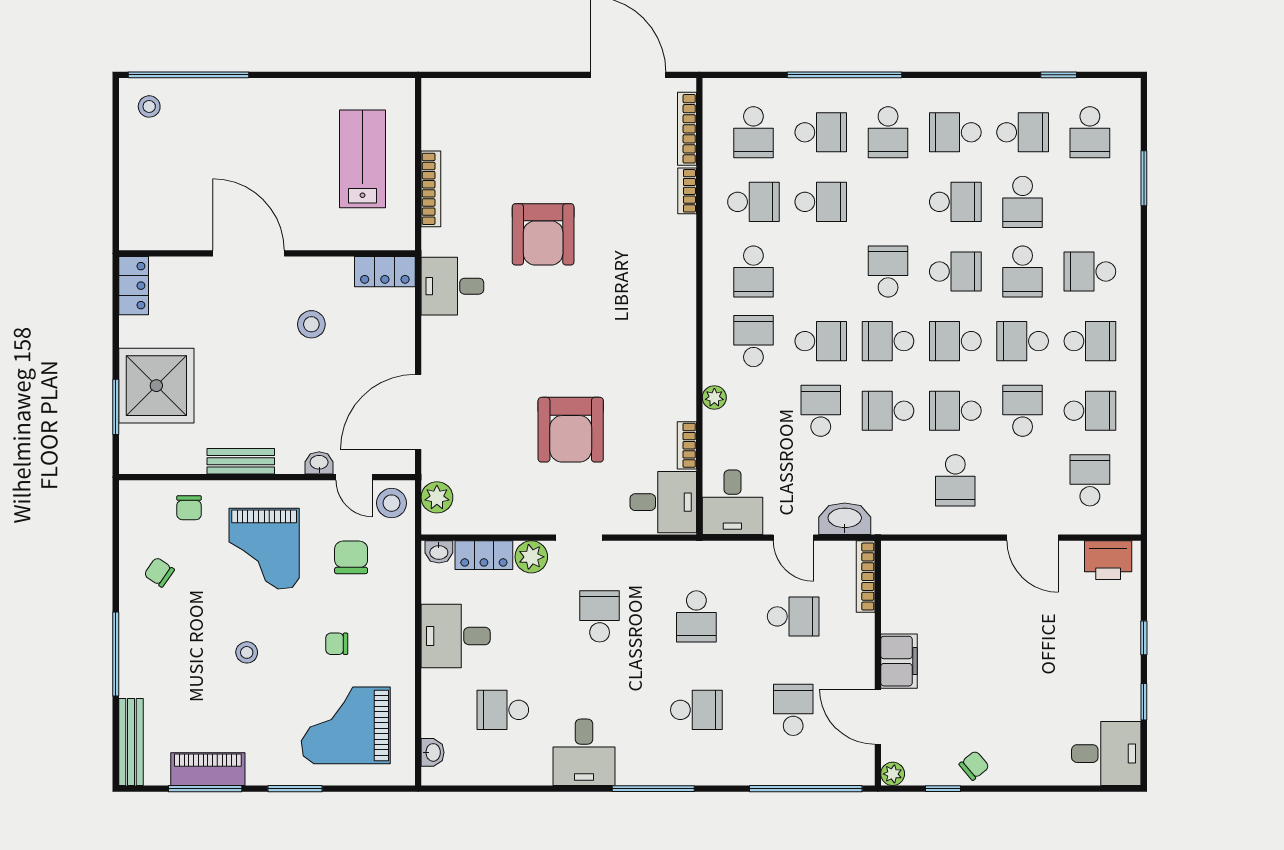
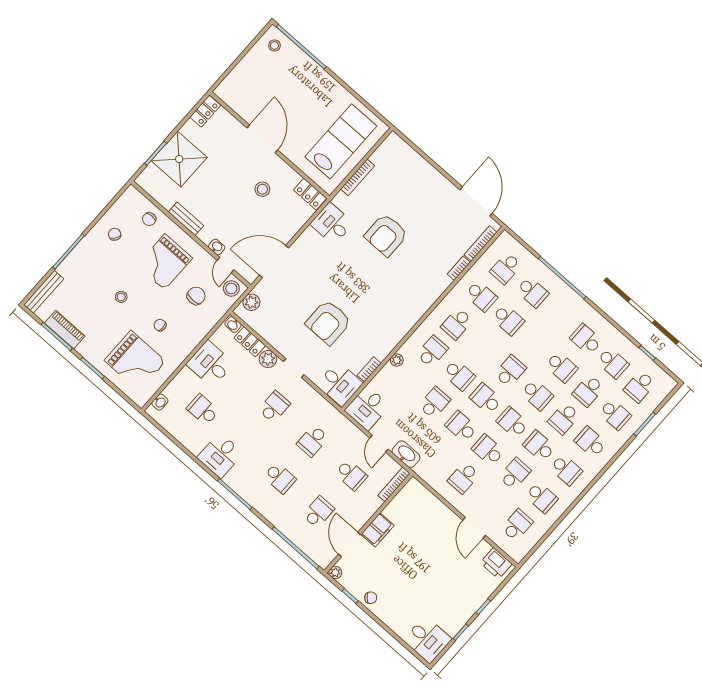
school desk: (888, 132) -> (615, 414), moved, turned -90
lab bench: (362, 159) -> (341, 141), width x1.36, depth x1.39
grand piano: (346, 725) -> (135, 361), turned 180

